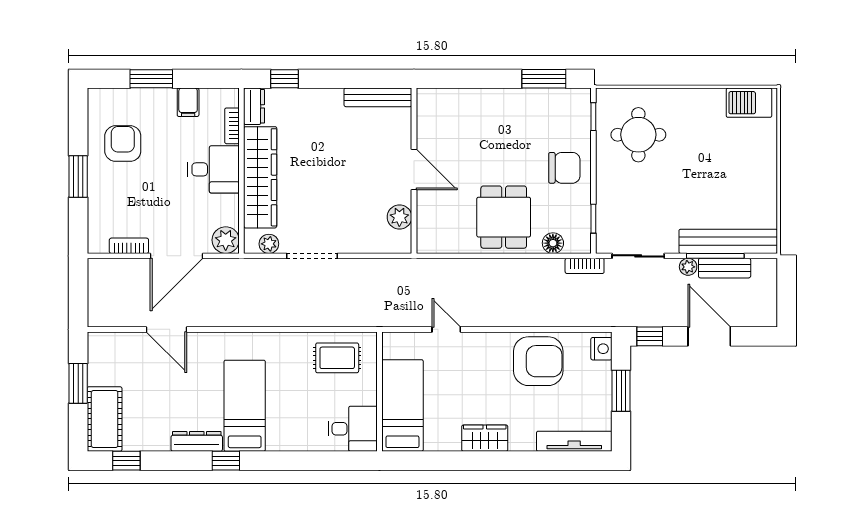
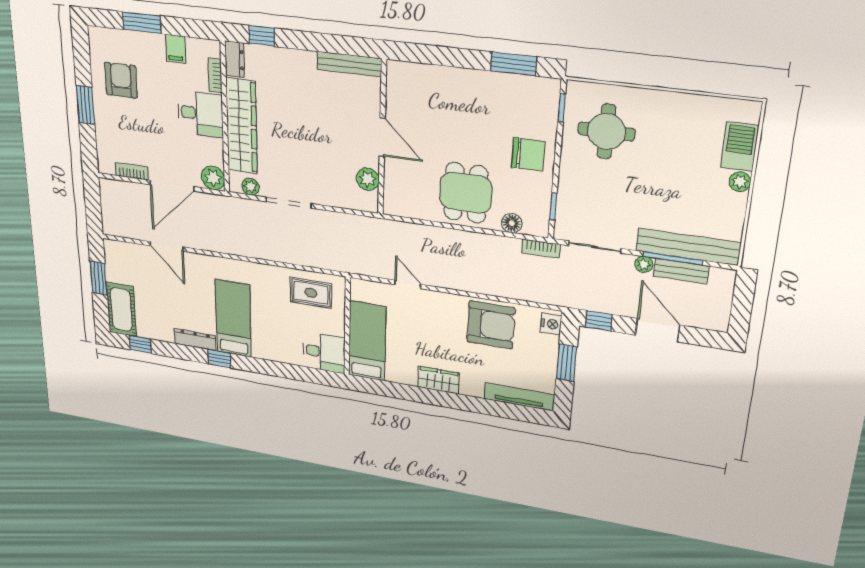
barbecue: (749, 103) -> (740, 147), moved, turned 90
plant: (768, 168) -> (740, 182), added

